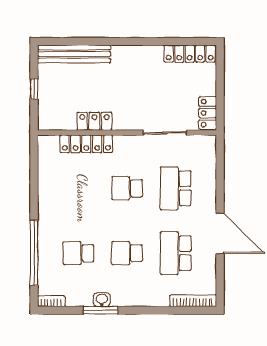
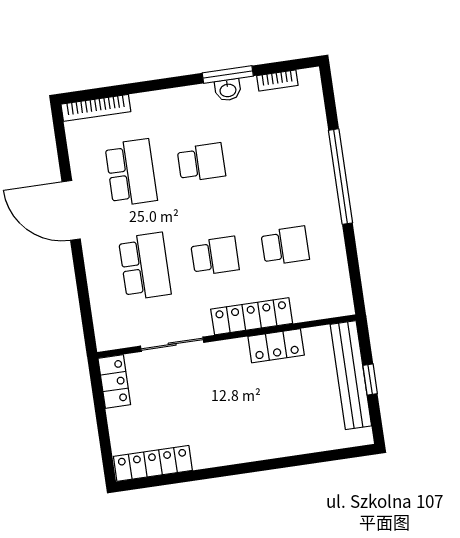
bench: (74, 54) -> (351, 375), moved, turned 90
locker: (86, 144) -> (252, 316), moved
window: (34, 253) -> (341, 177), moved
school desk: (78, 253) -> (285, 246), moved
bookcase: (51, 301) -> (277, 81), moved

